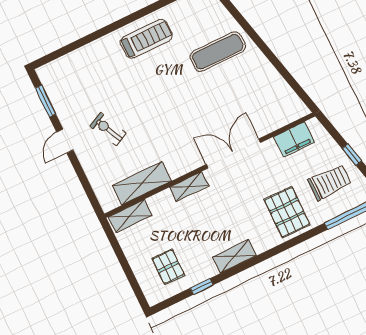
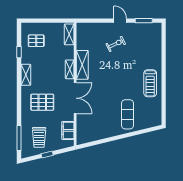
shelving: (142, 183) -> (82, 65), moved
pallet: (287, 212) -> (42, 102), moved

